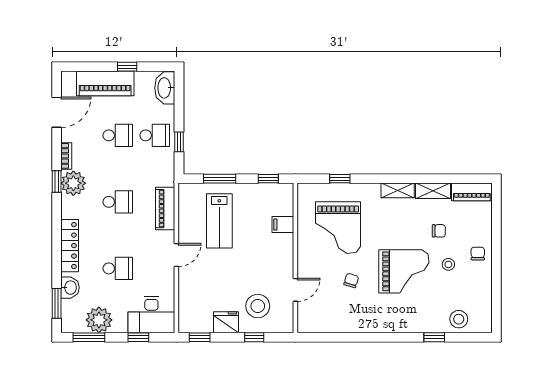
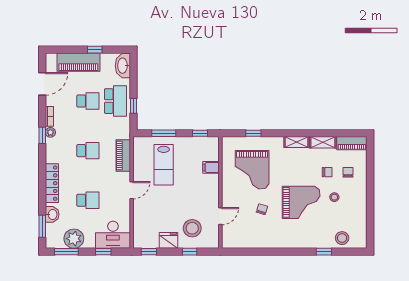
school desk: (155, 135) -> (115, 101), width x1.85
plant: (73, 183) -> (50, 132), width x0.53, depth x0.53
chair: (478, 254) -> (348, 172), moved

